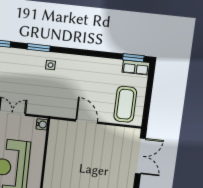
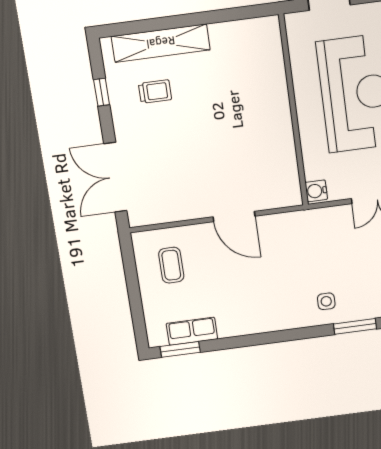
row of seats: (136, 67) -> (192, 331), moved
coffee table: (125, 104) -> (171, 265), width x0.54, depth x0.58

